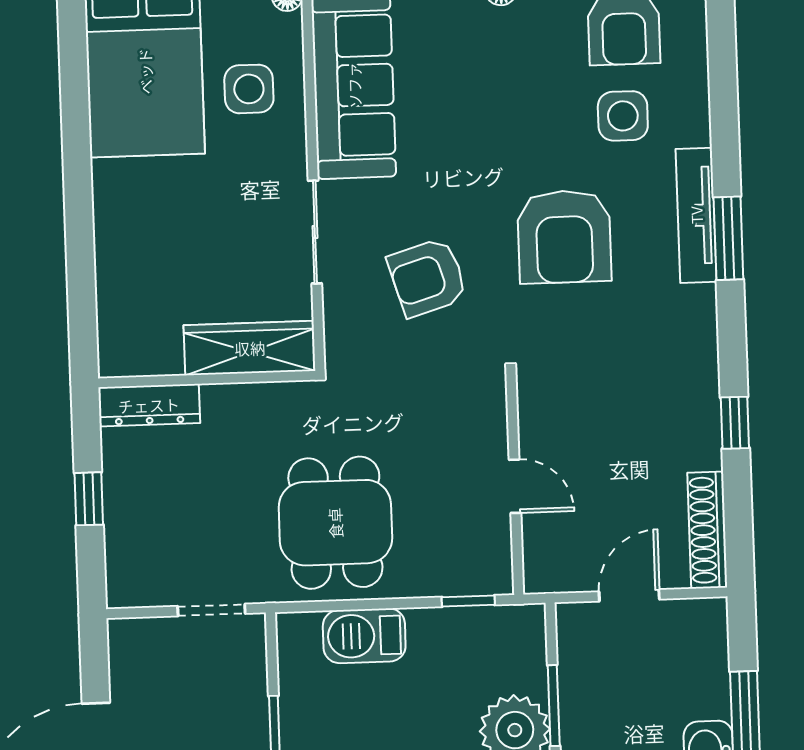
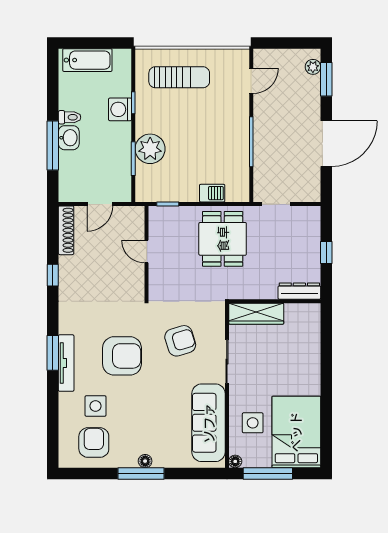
armchair: (564, 237) -> (122, 356), turned 90
barbecue: (364, 636) -> (212, 193), width x0.73, depth x0.79

